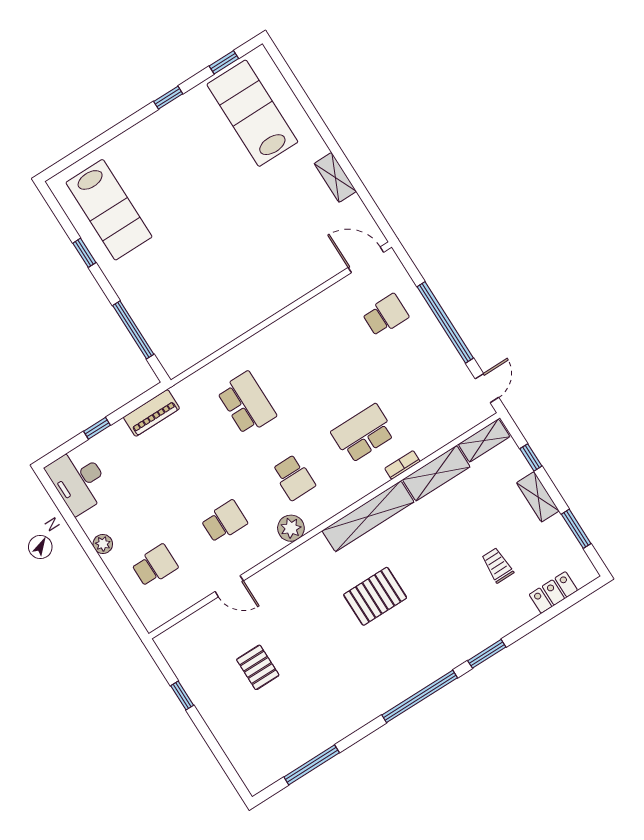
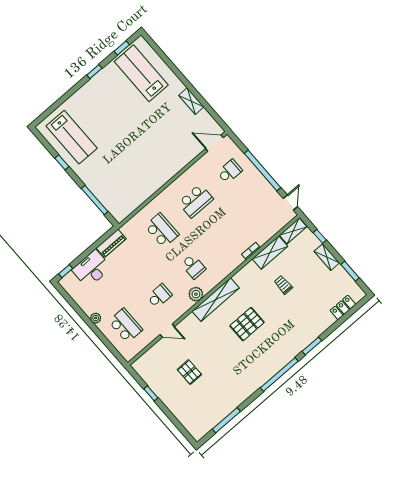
window: (97, 428) -> (66, 271), moved
school desk: (363, 433) -> (196, 201), moved, turned 180
desk: (79, 480) -> (92, 269), moved, turned 90
shelving: (368, 516) -> (216, 300), moved
trolley: (497, 565) -> (283, 285), moved
school desk: (155, 566) -> (125, 325), width x1.85

